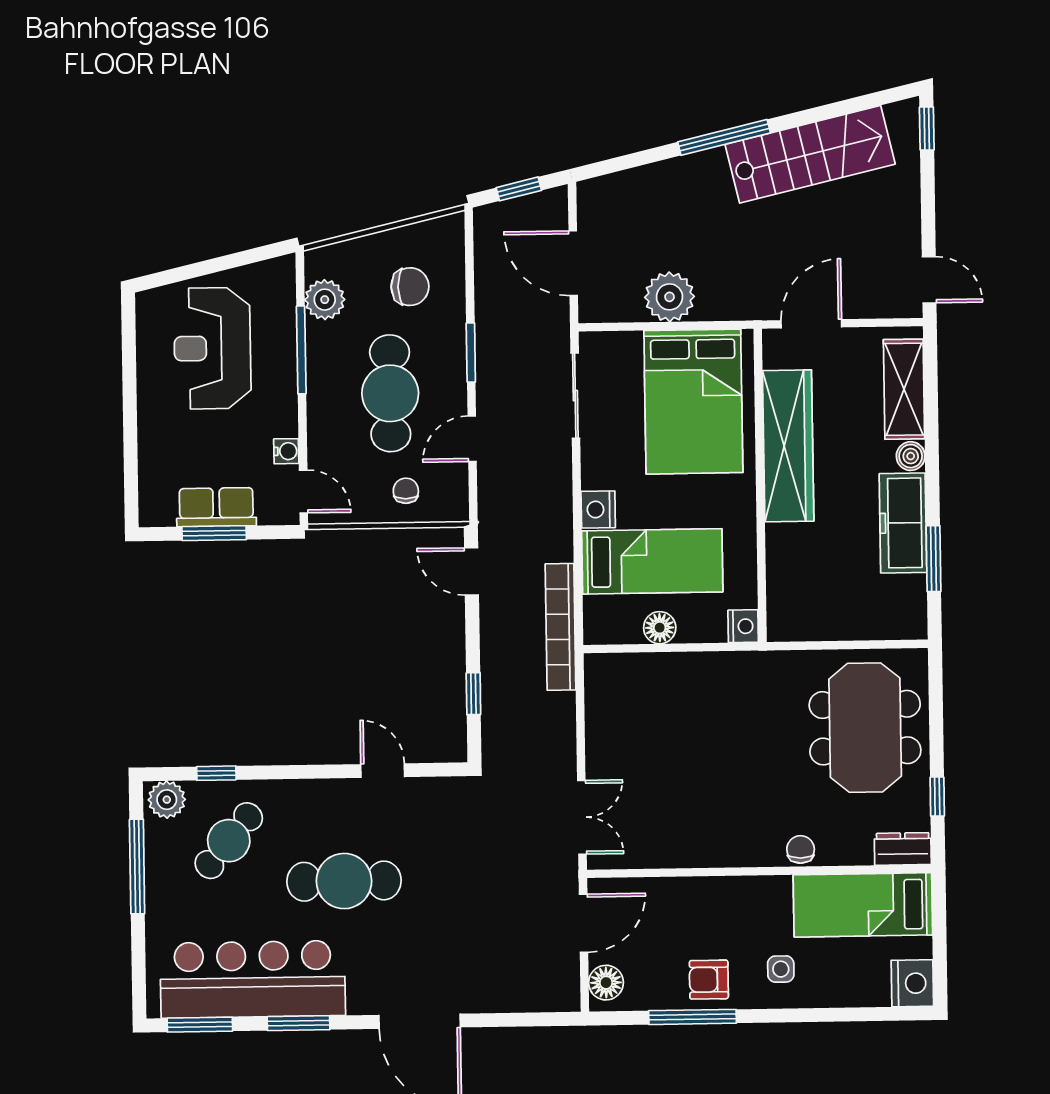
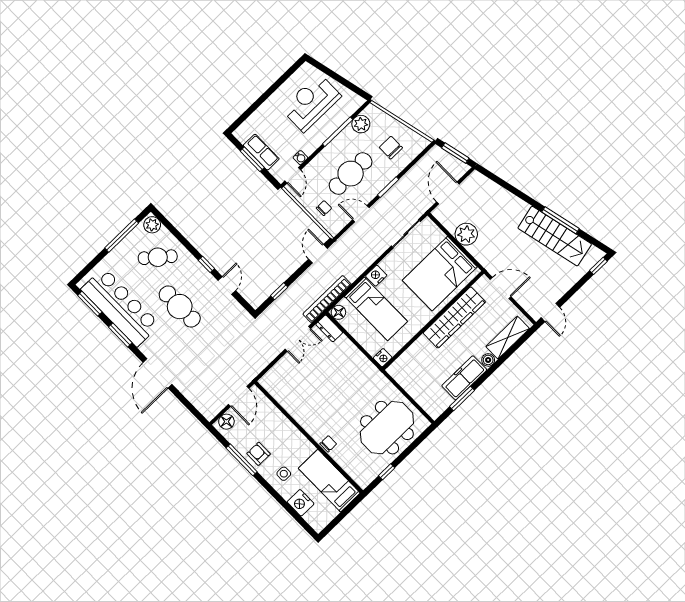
window: (724, 137) -> (560, 220), moved
window: (519, 189) -> (455, 153), width x1.50
chair: (410, 287) -> (391, 148), turned 180
floor lamp: (660, 628) -> (338, 312), moved
window: (216, 773) -> (206, 264), moved
double door: (582, 817) -> (298, 339), moved
dresser: (903, 849) -> (329, 328), moved, turned 180
door: (584, 923) -> (239, 396), hinge flipped
nightstand: (912, 983) -> (301, 503), moved, turned 90

